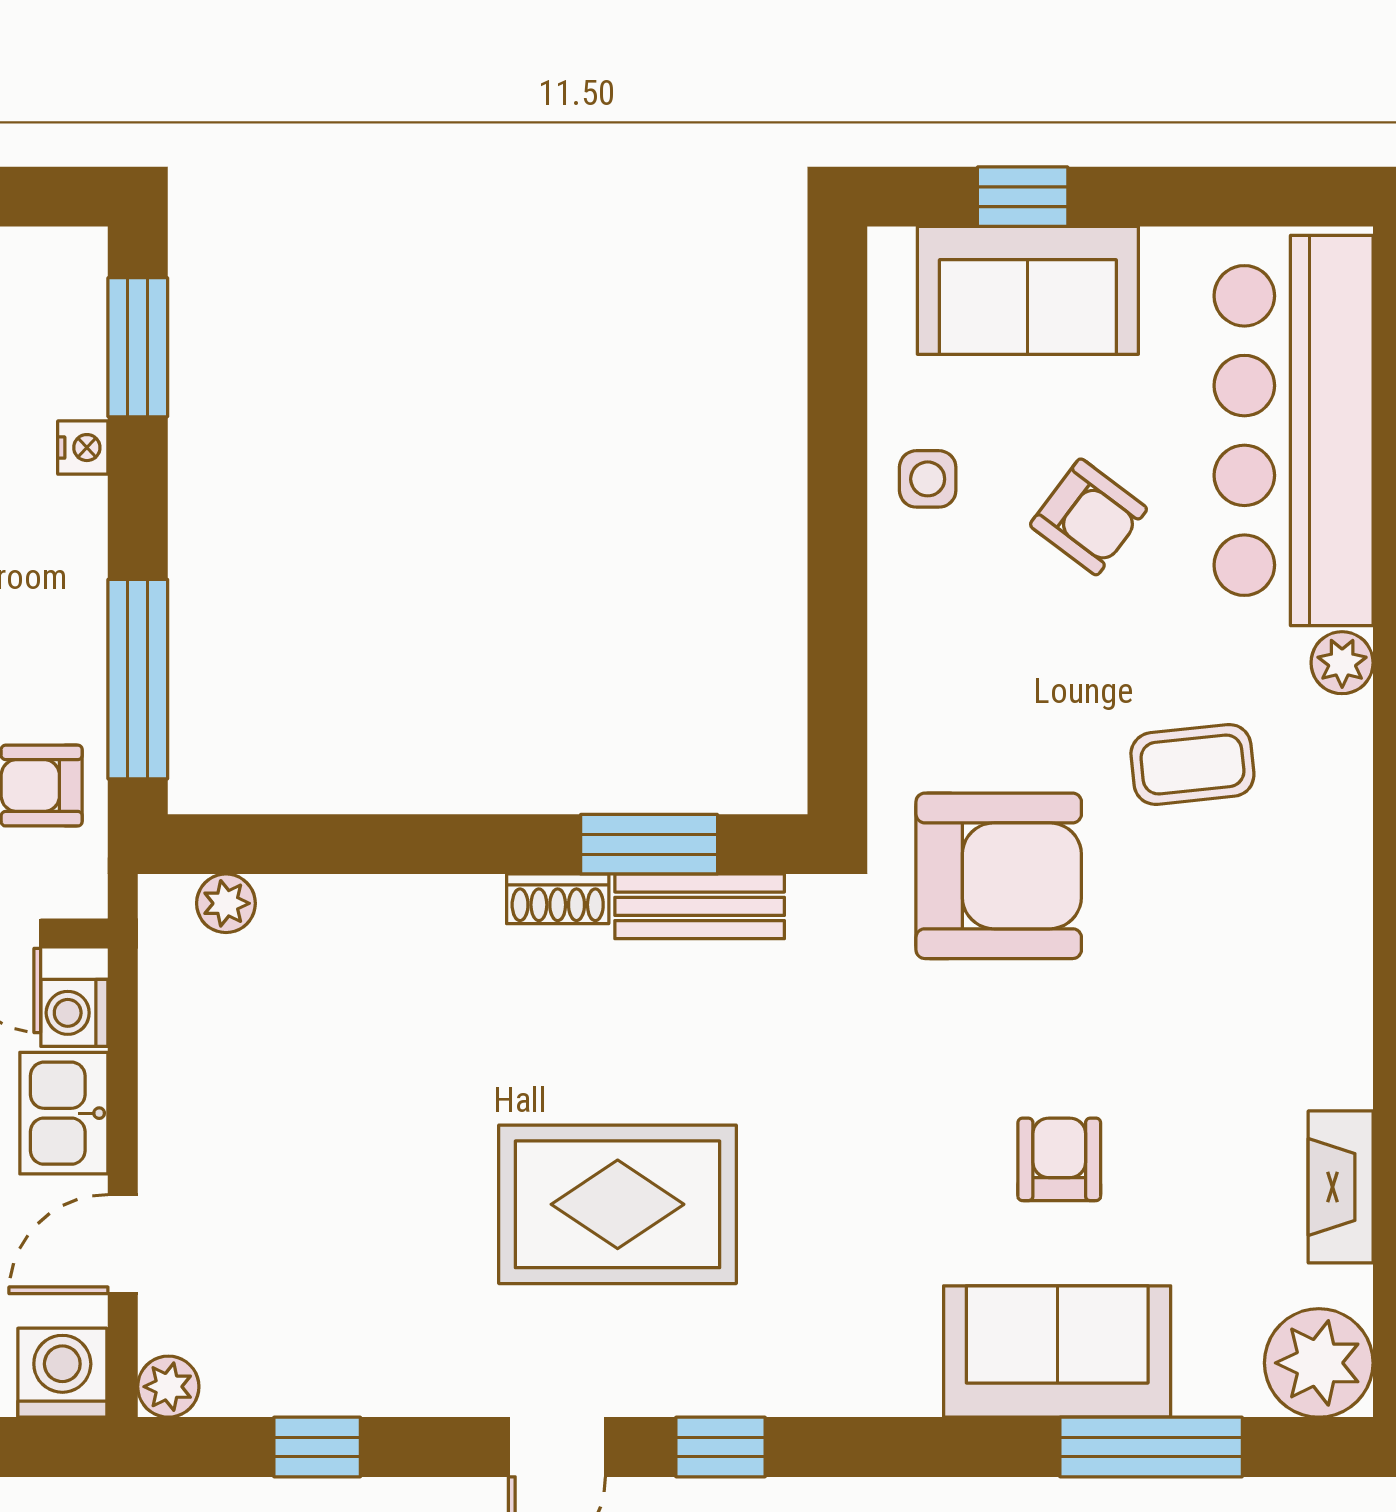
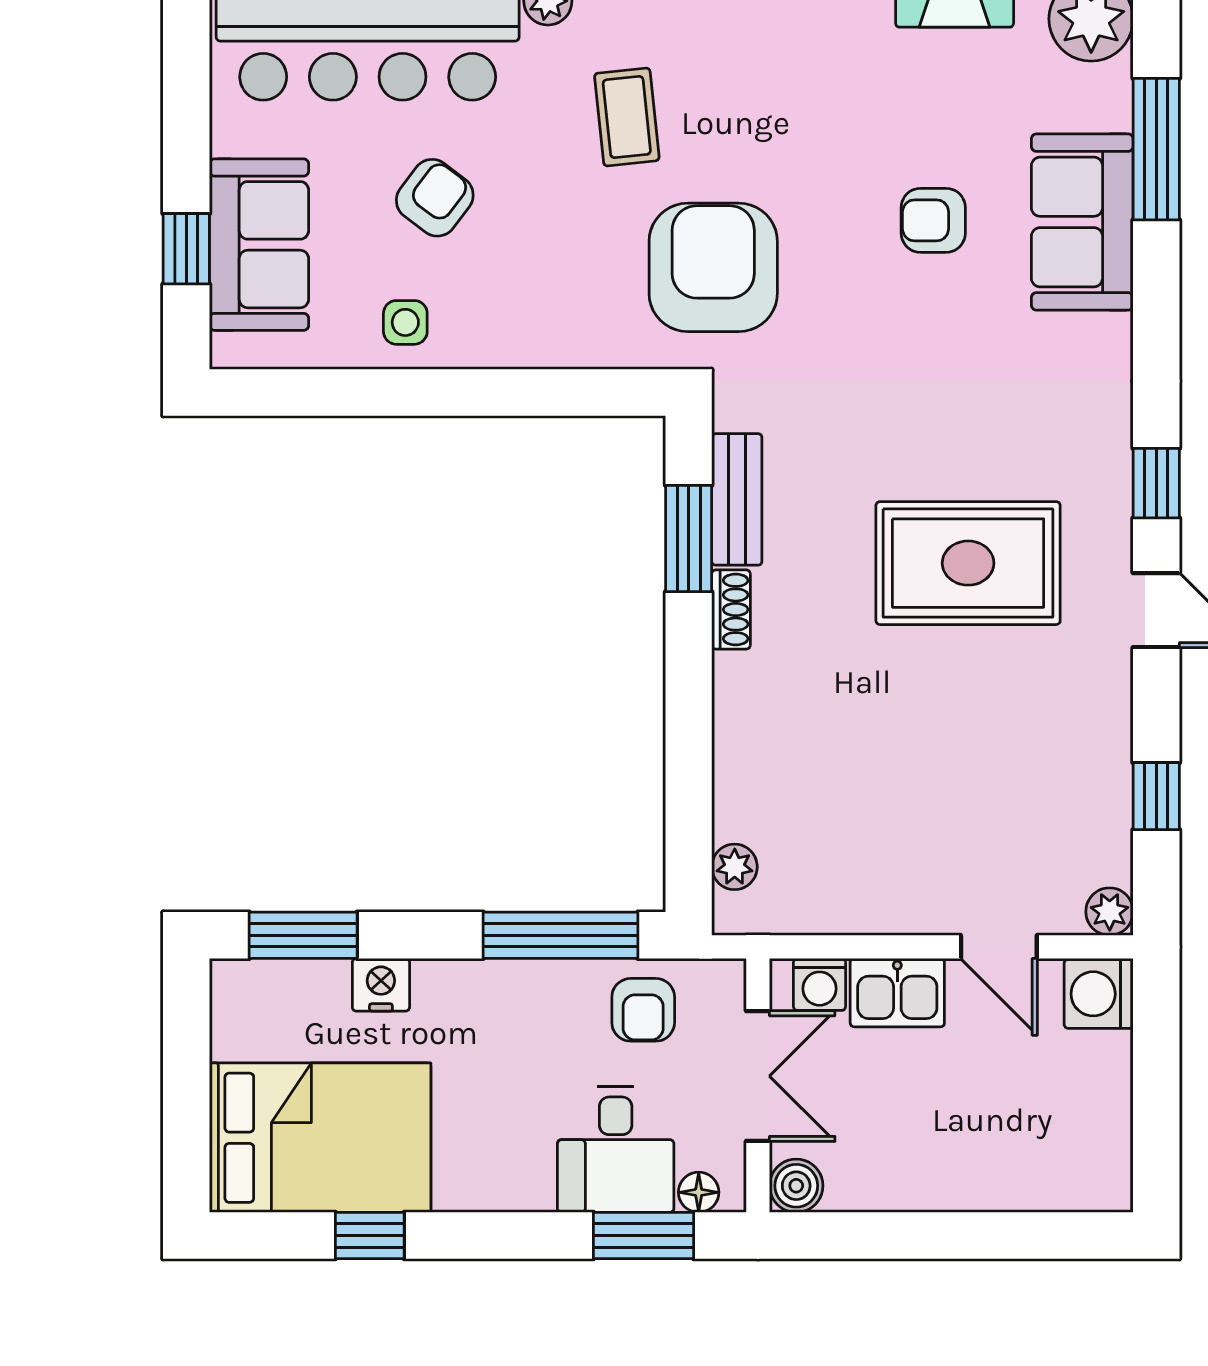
nightstand: (83, 448) -> (381, 985), width x1.39, depth x1.35
rug: (618, 1204) -> (968, 563), turned 90

